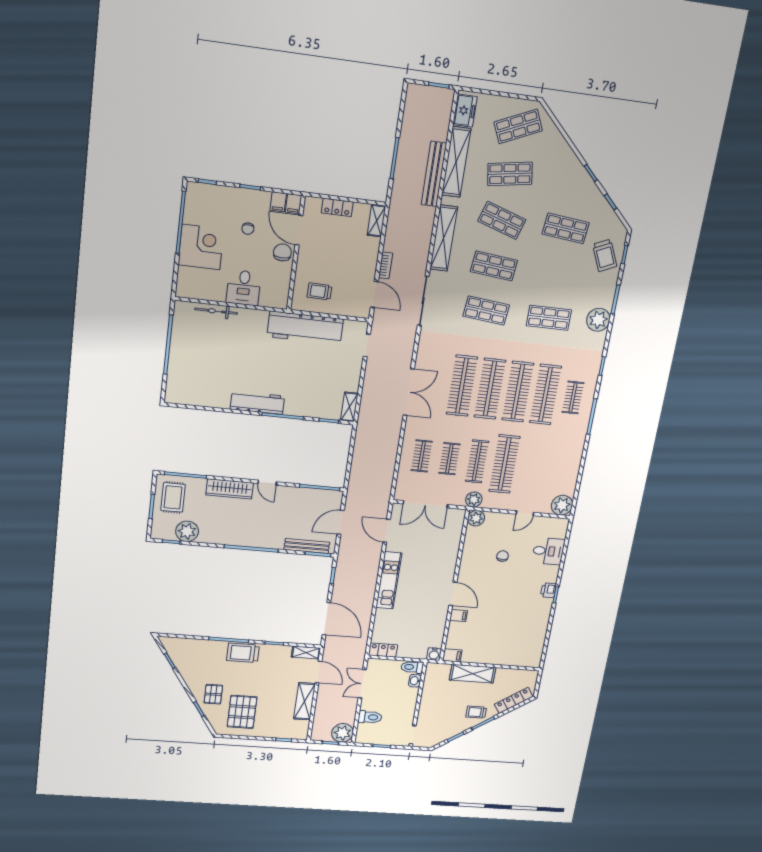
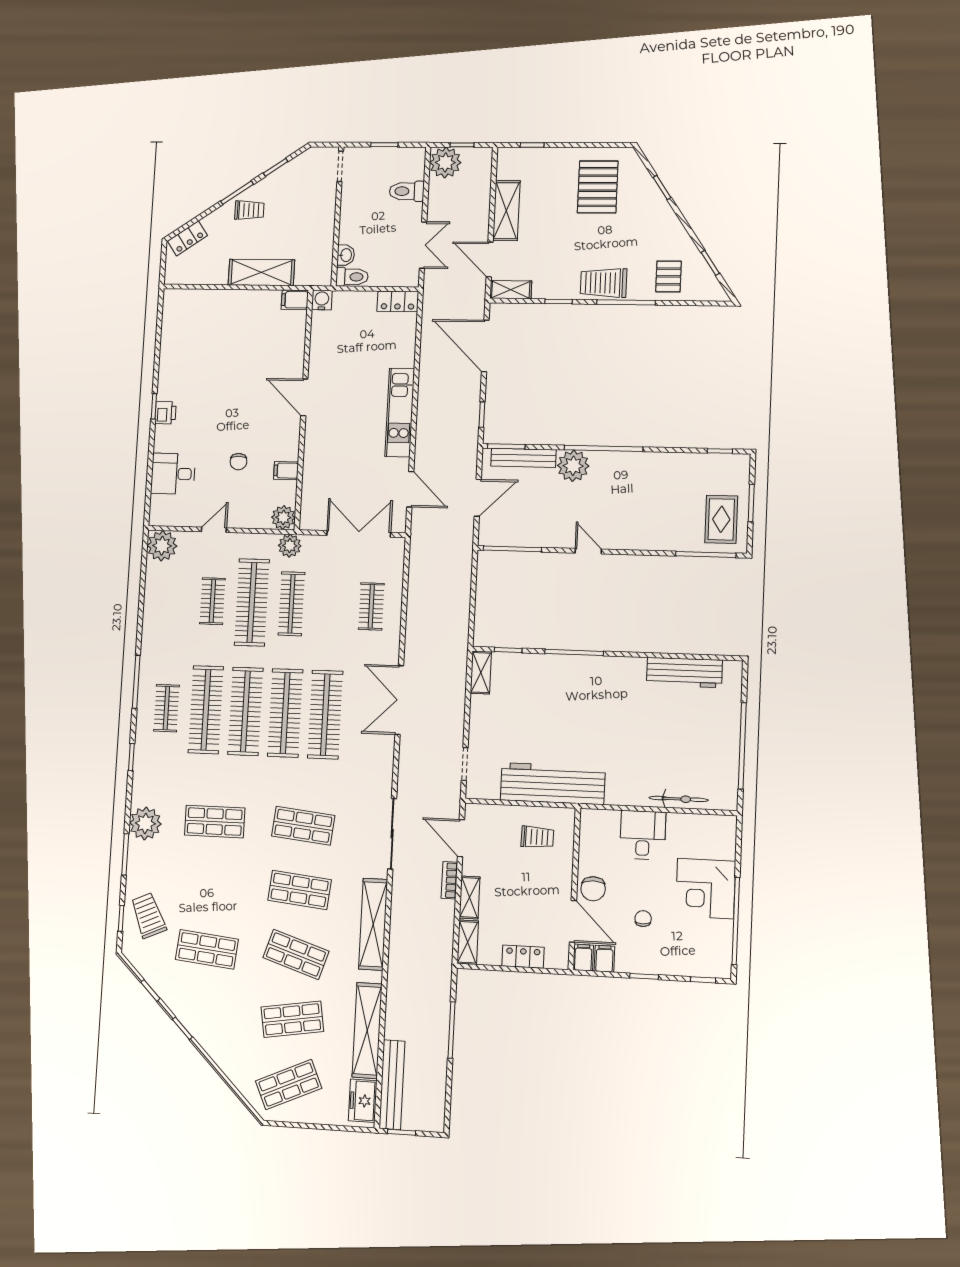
bench: (434, 174) -> (392, 1085), moved
shelving: (372, 252) -> (470, 897), added
workbench: (257, 403) -> (684, 673), moved
clothes rail: (449, 459) -> (212, 601), moved
wardrobe: (230, 489) -> (641, 538), removed
plant: (187, 531) -> (573, 466), moved
filing cabinet: (459, 616) -> (286, 471), moved
trolley: (243, 653) -> (603, 283), turned 180
pallet: (213, 694) -> (668, 276), moved
locker: (514, 700) -> (187, 238), width x0.66

